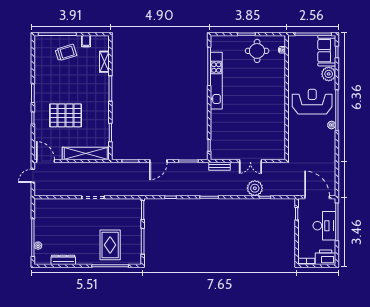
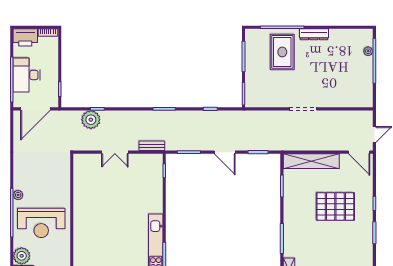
door: (158, 161) -> (225, 152), swing flipped
double door: (250, 161) -> (115, 152), swing flipped
plant: (255, 188) -> (91, 120), moved
door: (317, 197) -> (35, 109), hinge flipped
dresser: (63, 260) -> (314, 34), moved

